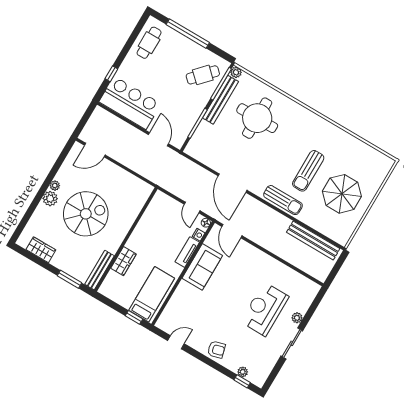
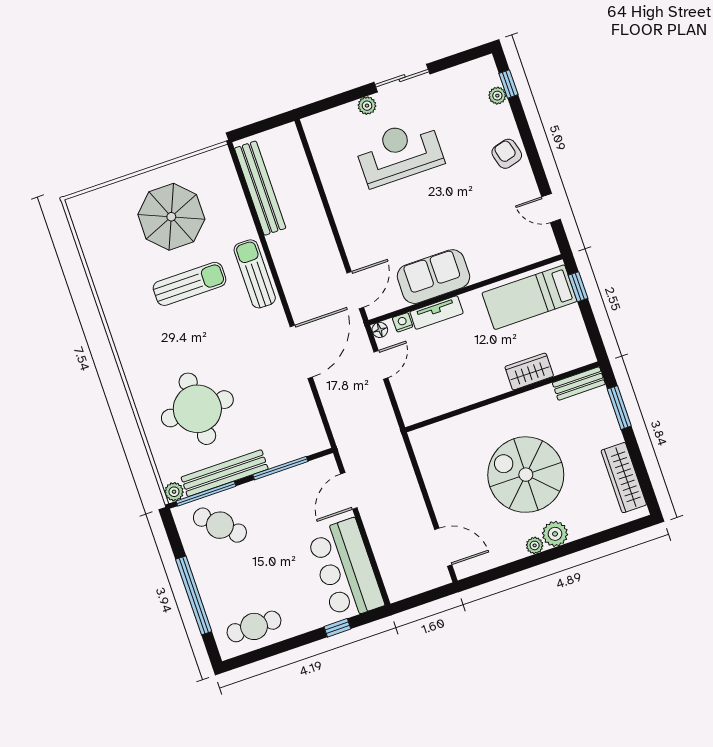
wardrobe: (41, 250) -> (624, 478), width x1.50
bench: (99, 270) -> (579, 383), width x0.73
reception desk: (265, 309) -> (399, 153), turned 180

